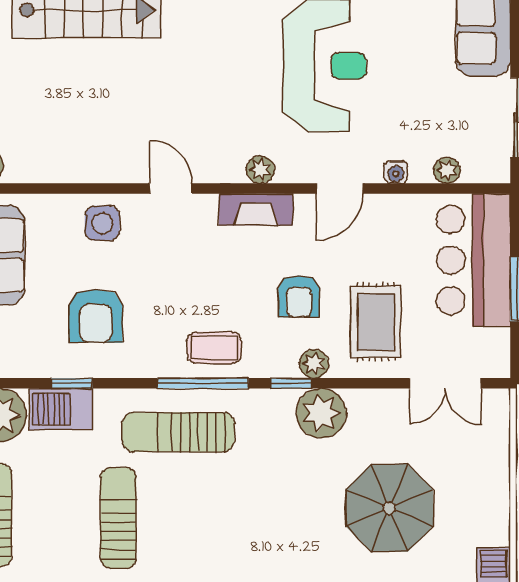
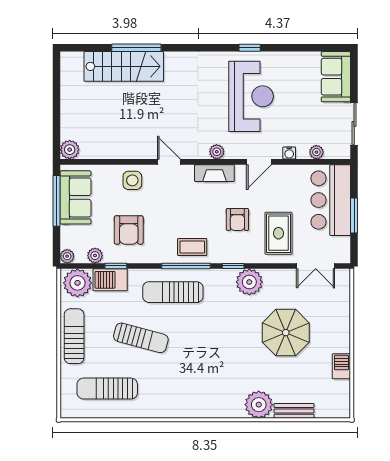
plant: (314, 364) -> (95, 256), moved
sun lounger: (118, 518) -> (141, 338), turned 105

